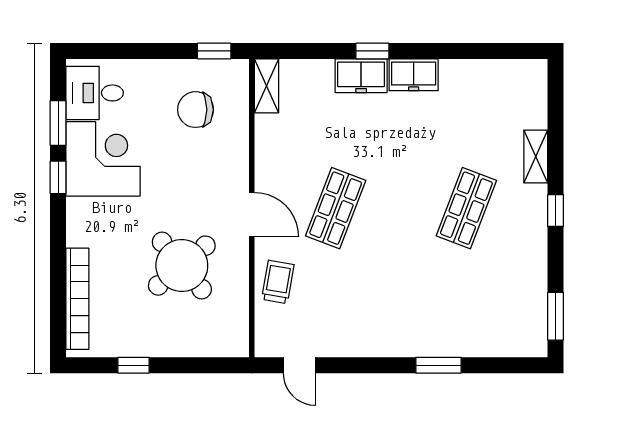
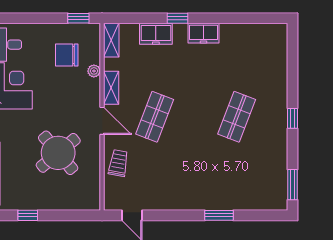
freezer: (361, 76) -> (156, 34), moved
plant: (239, 135) -> (94, 71), added
shelving: (536, 156) -> (111, 88), moved

